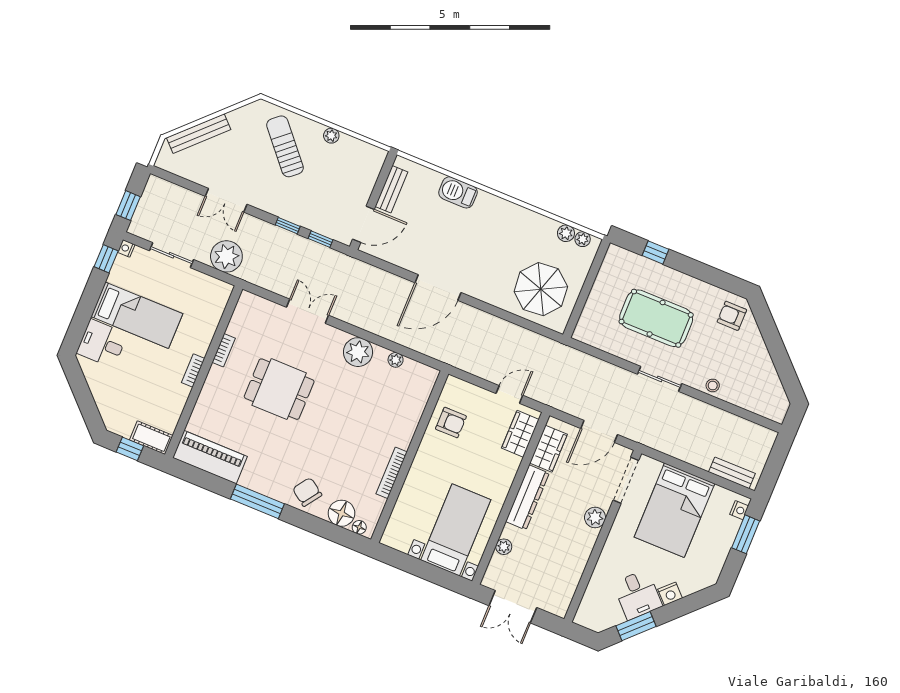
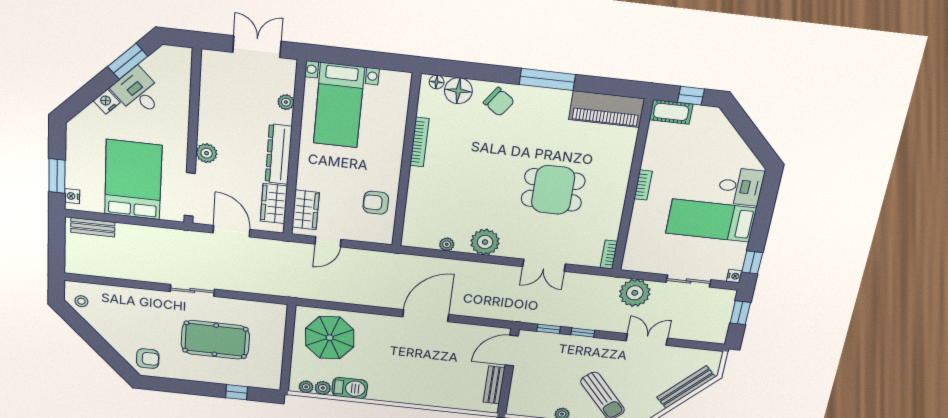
barbecue: (458, 192) -> (350, 388), moved
bookcase: (224, 350) -> (609, 255), moved
stool: (713, 385) -> (81, 301), moved
door: (599, 431) -> (231, 231), hinge flipped

